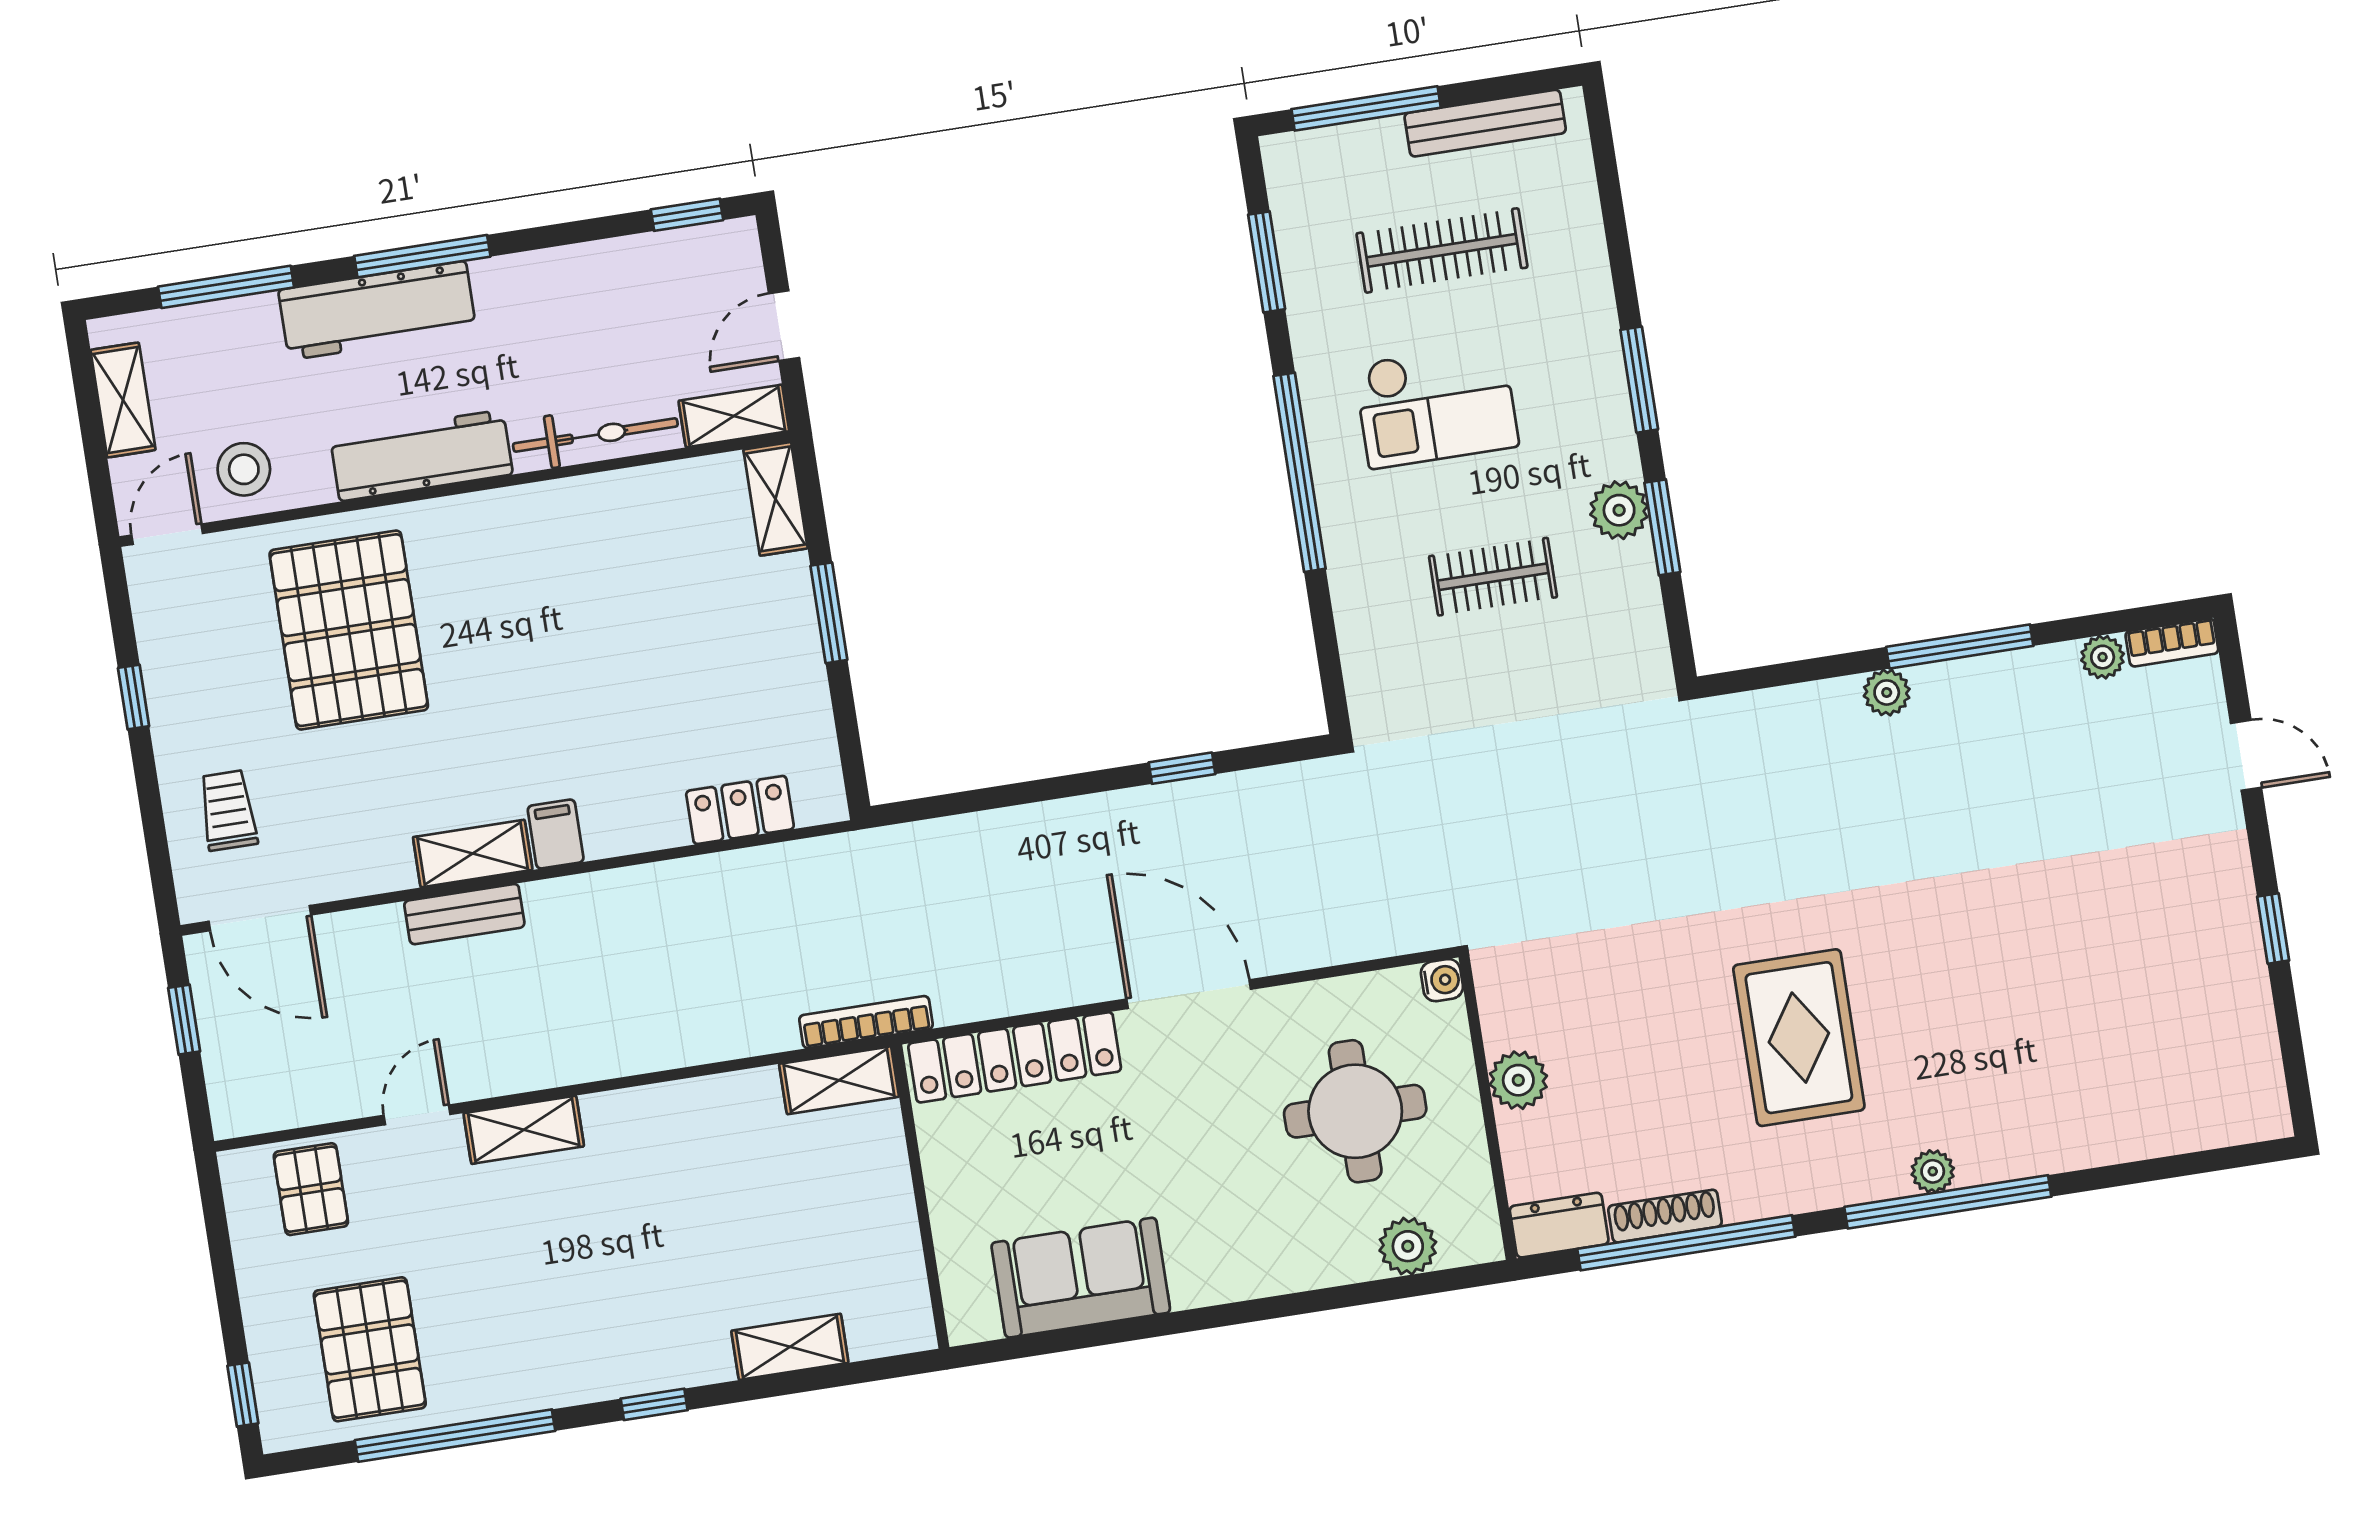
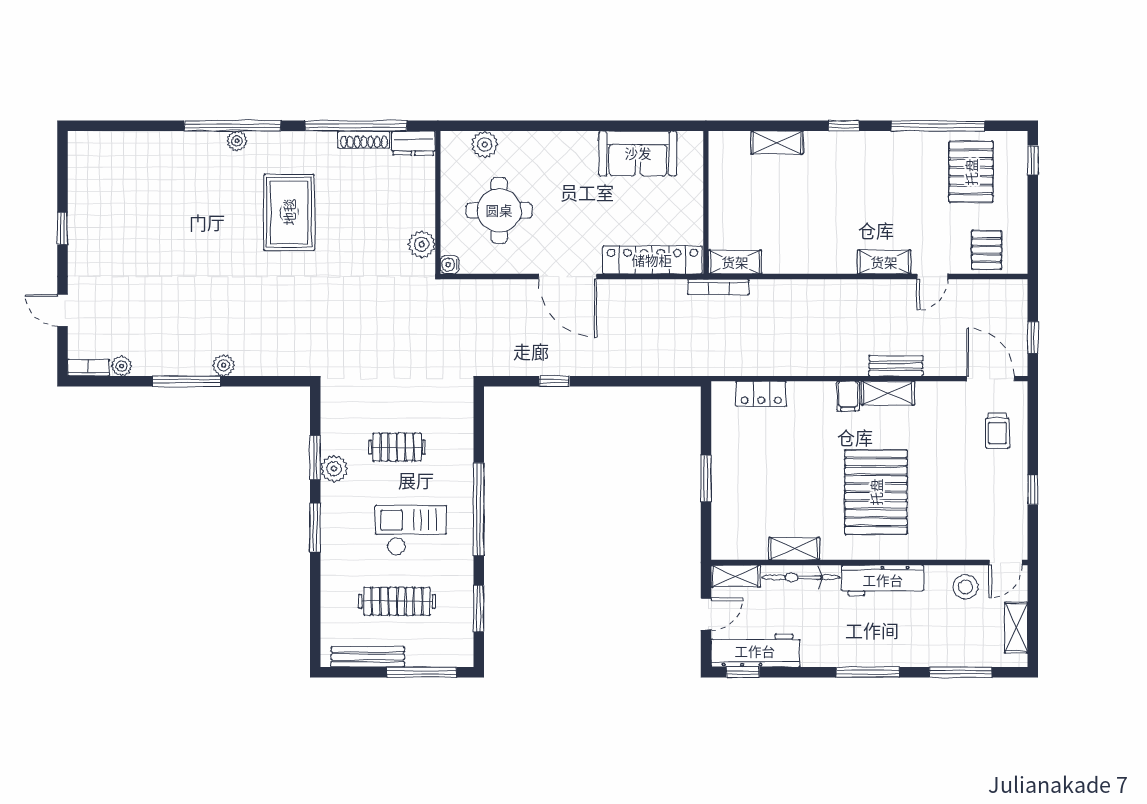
workbench: (377, 310) -> (755, 651), moved
shelving: (775, 499) -> (794, 549), moved, turned 90
pallet: (349, 630) -> (876, 492), moved
plant: (1518, 1080) -> (422, 244), moved

